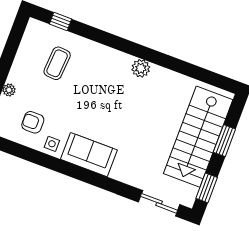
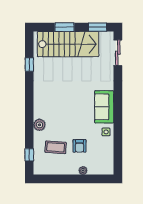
plant: (141, 68) -> (39, 125), moved
window: (190, 70) -> (29, 65), added
armchair: (33, 122) -> (80, 146), moved

